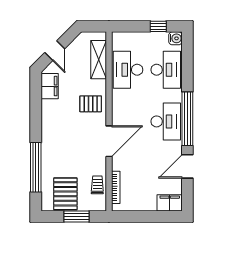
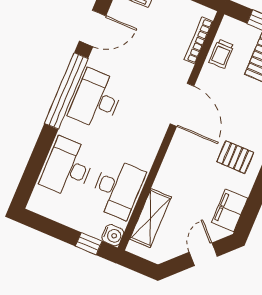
window: (158, 26) -> (89, 244), moved
water cooler: (175, 38) -> (113, 235), moved, turned 180
pallet: (91, 104) -> (235, 157), moved
door: (109, 141) -> (182, 105), swing flipped

